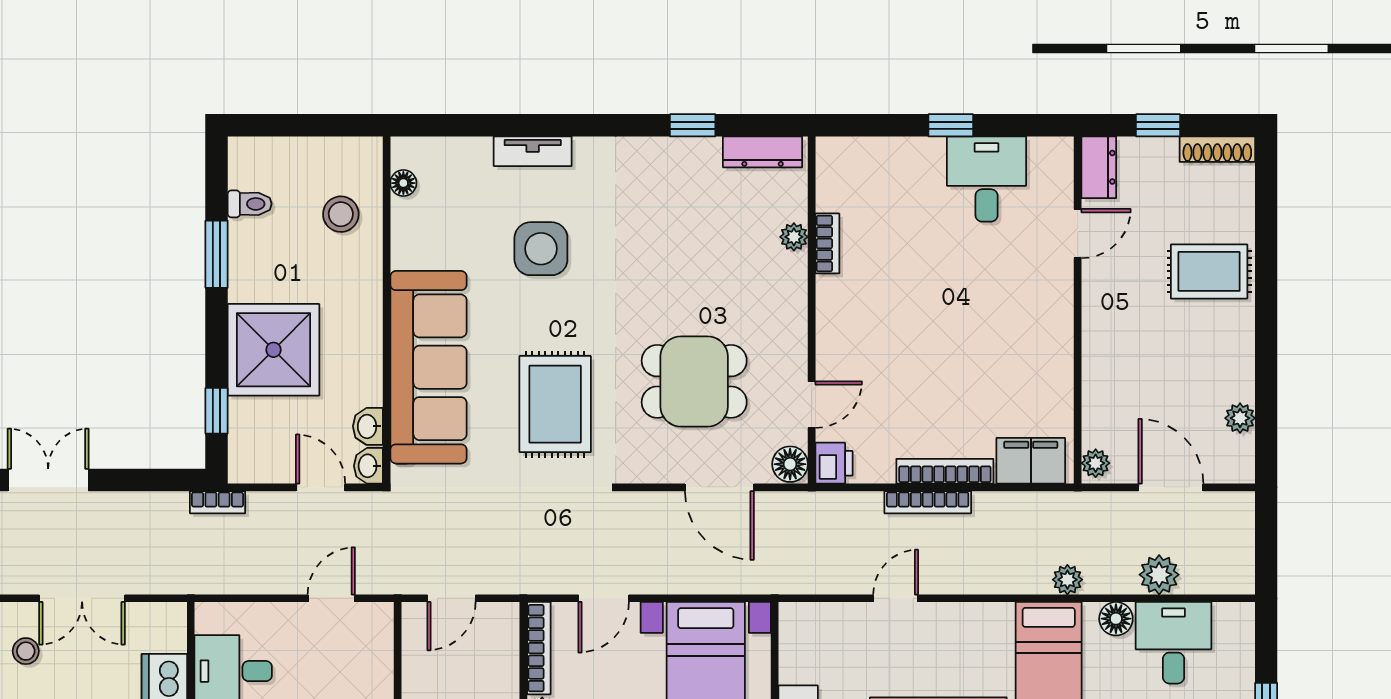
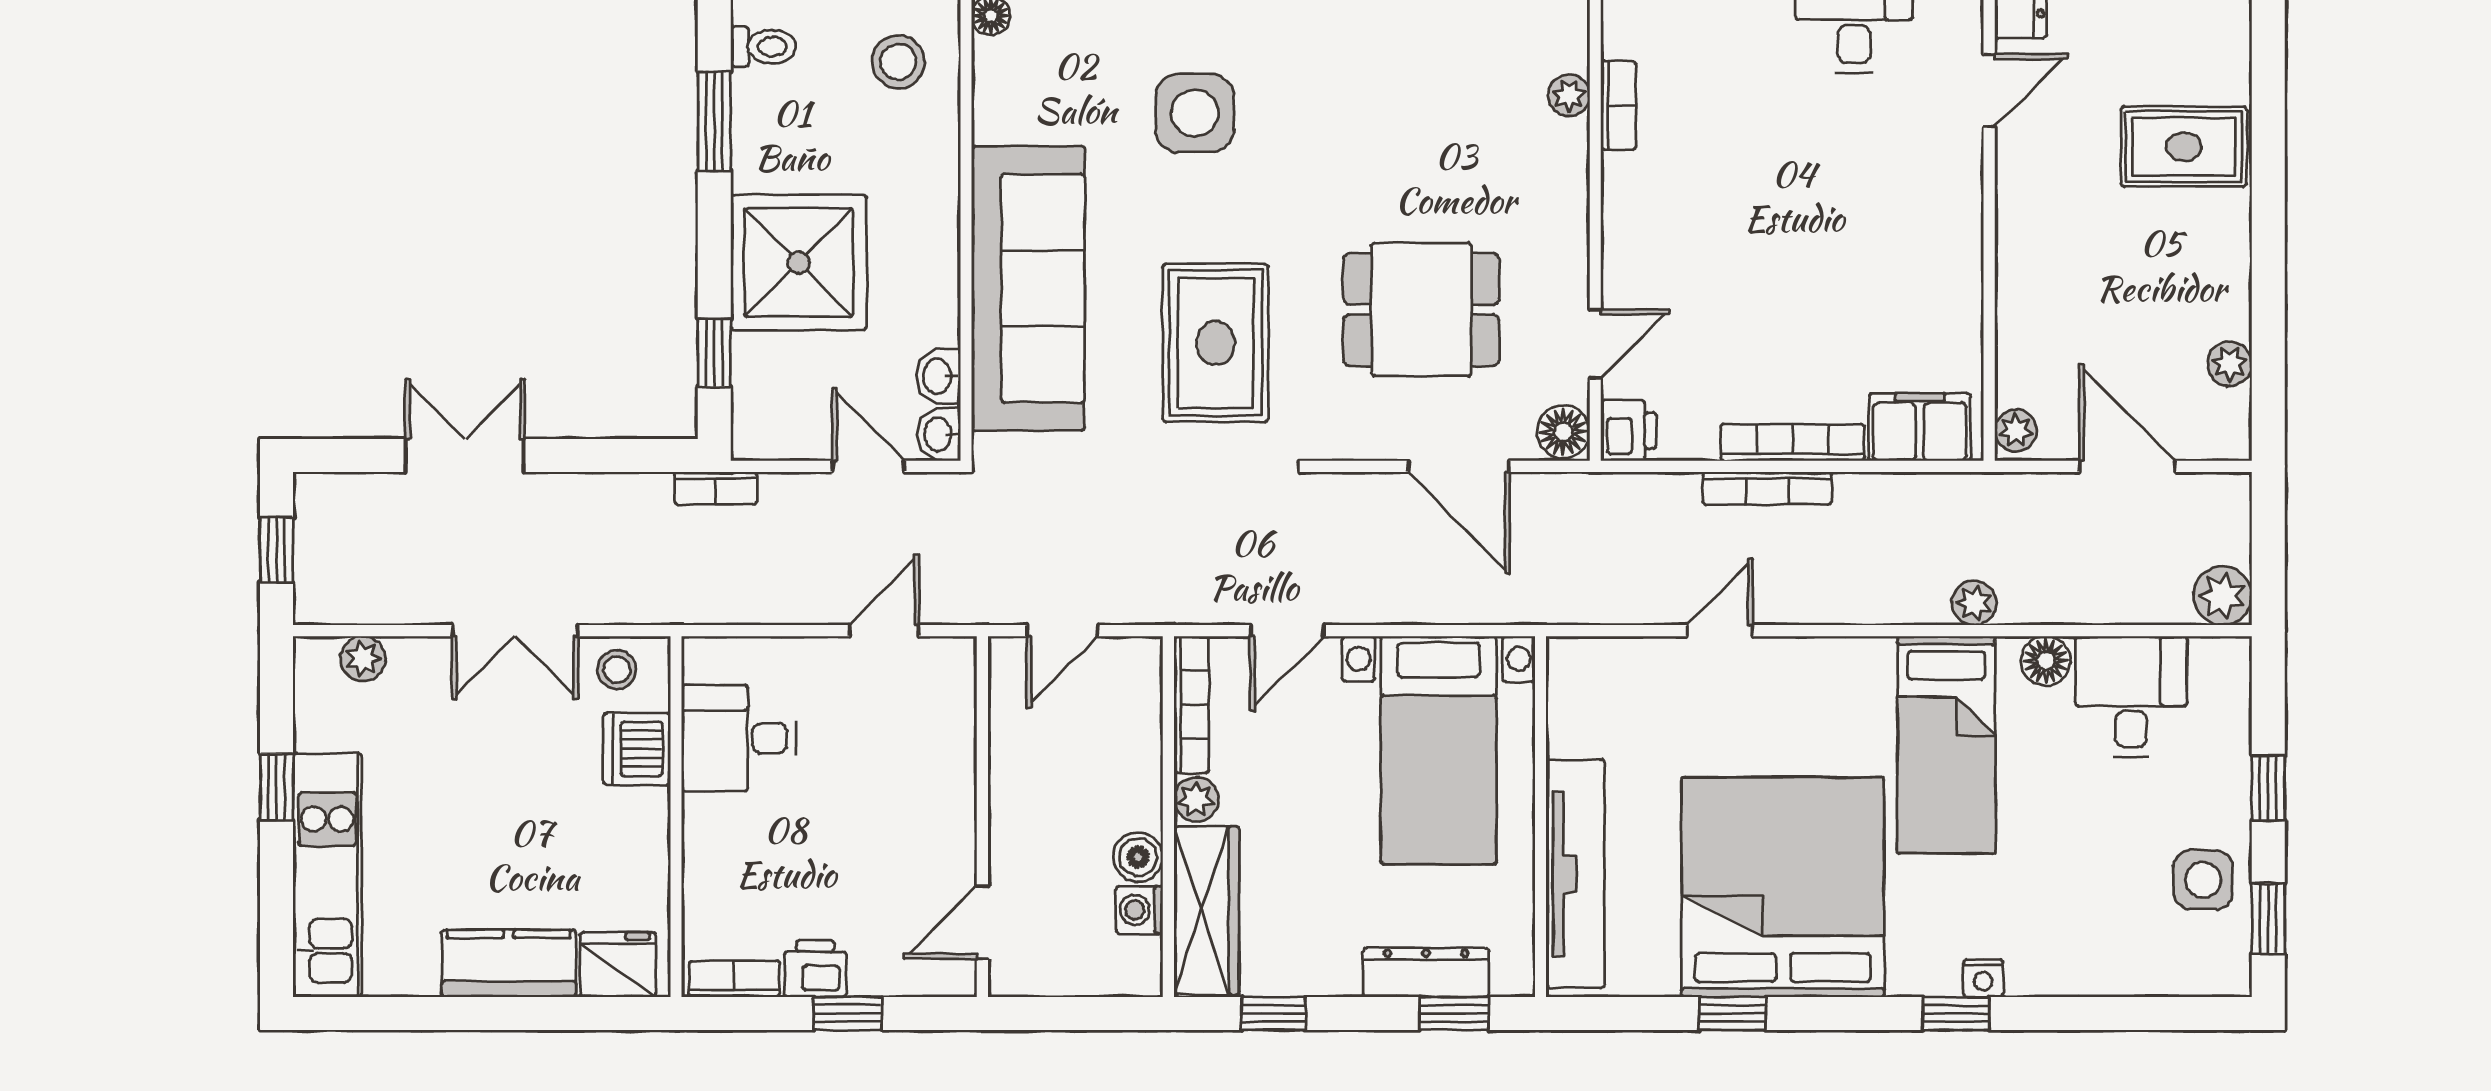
plant: (1159, 575) -> (2222, 596), moved
stool: (26, 651) -> (617, 670), moved

